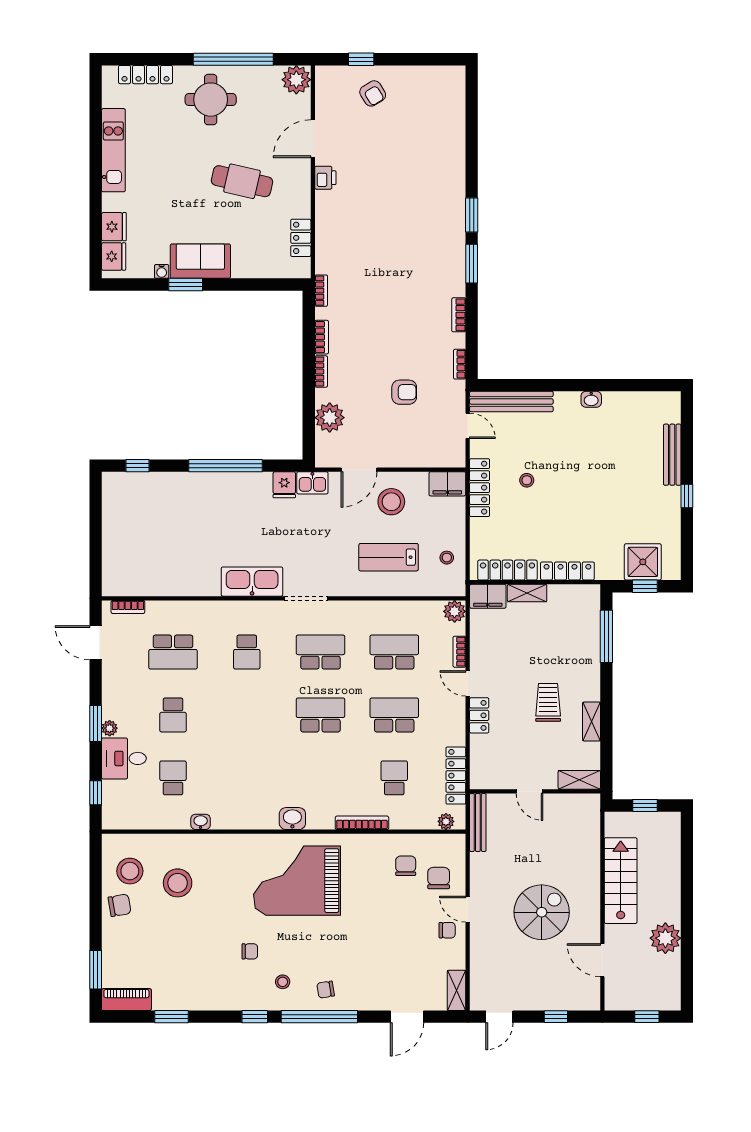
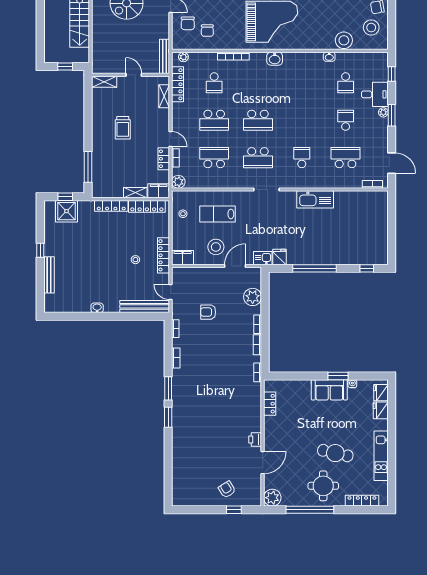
cafe table: (242, 181) -> (335, 453), moved
lab bench: (389, 557) -> (218, 214), turned 180
kitchen sink: (252, 582) -> (315, 199), moved
school desk: (394, 652) -> (214, 158), turned 180
locker: (479, 715) -> (164, 159), moved
shelving: (592, 721) -> (164, 96), moved
stool: (178, 883) -> (344, 40), moved

